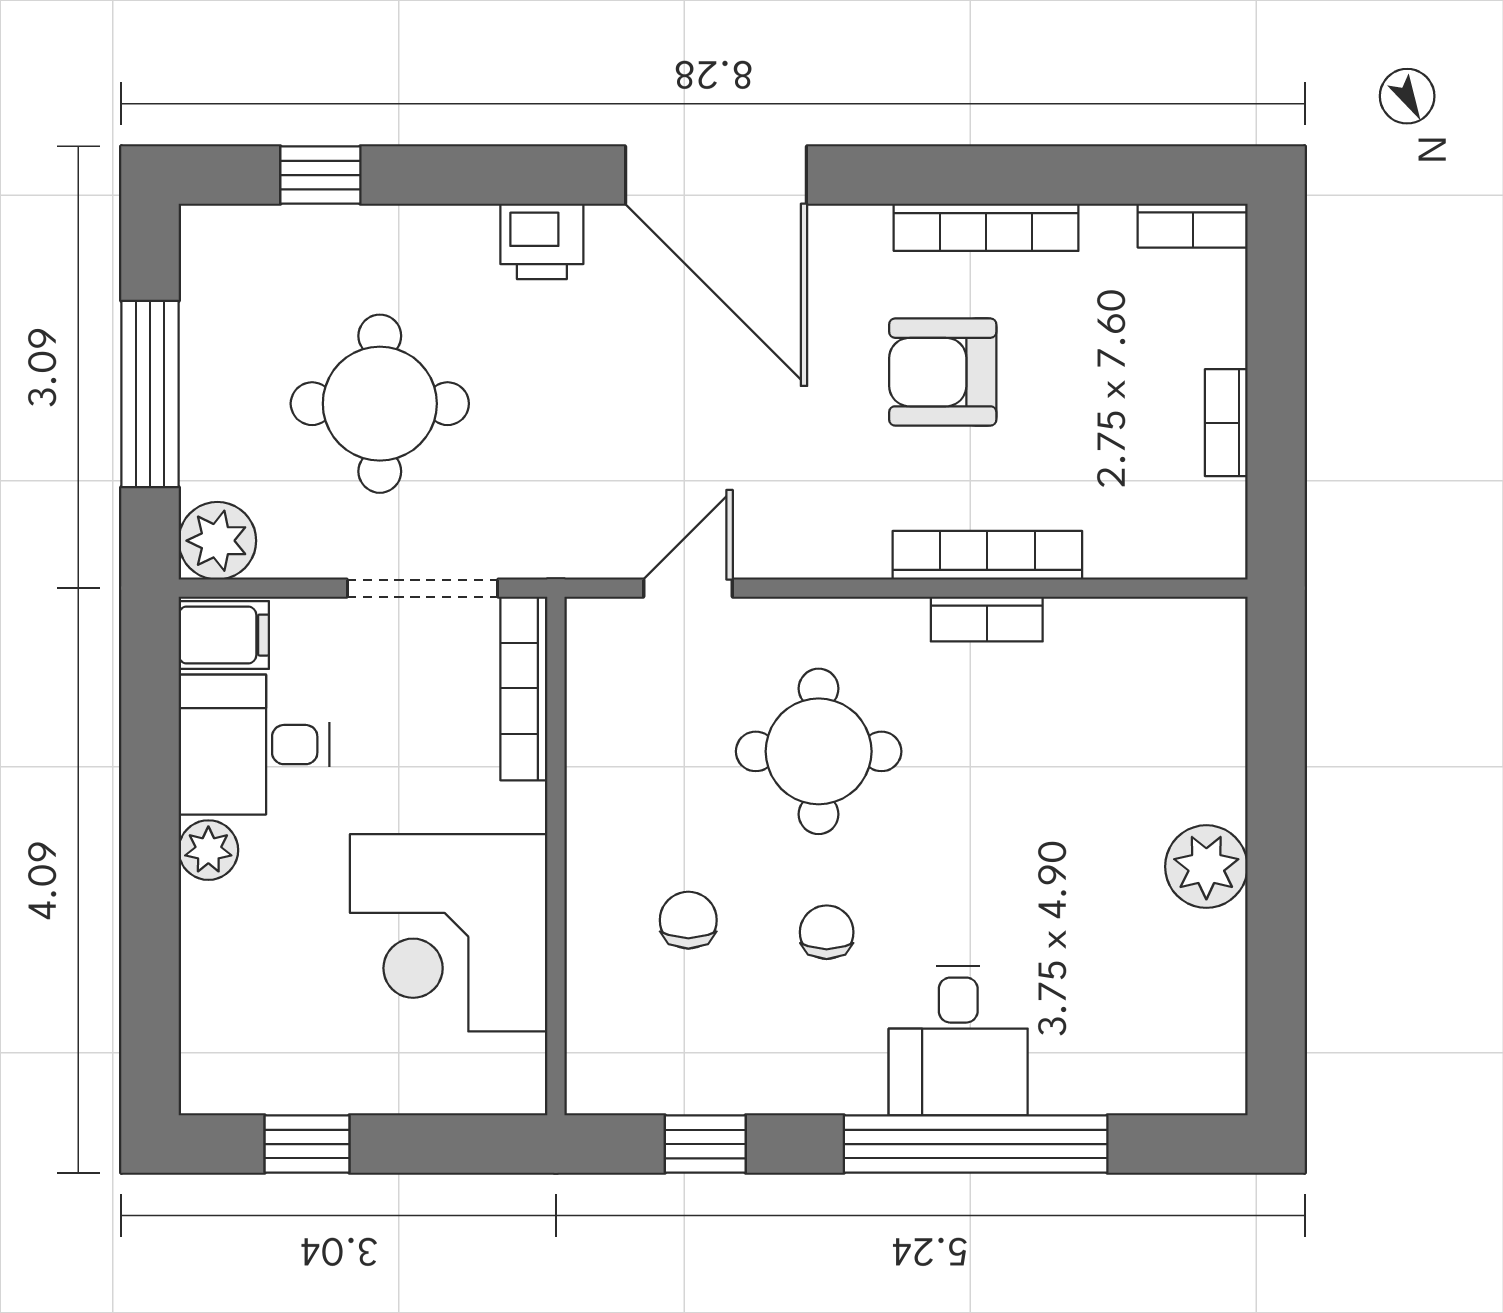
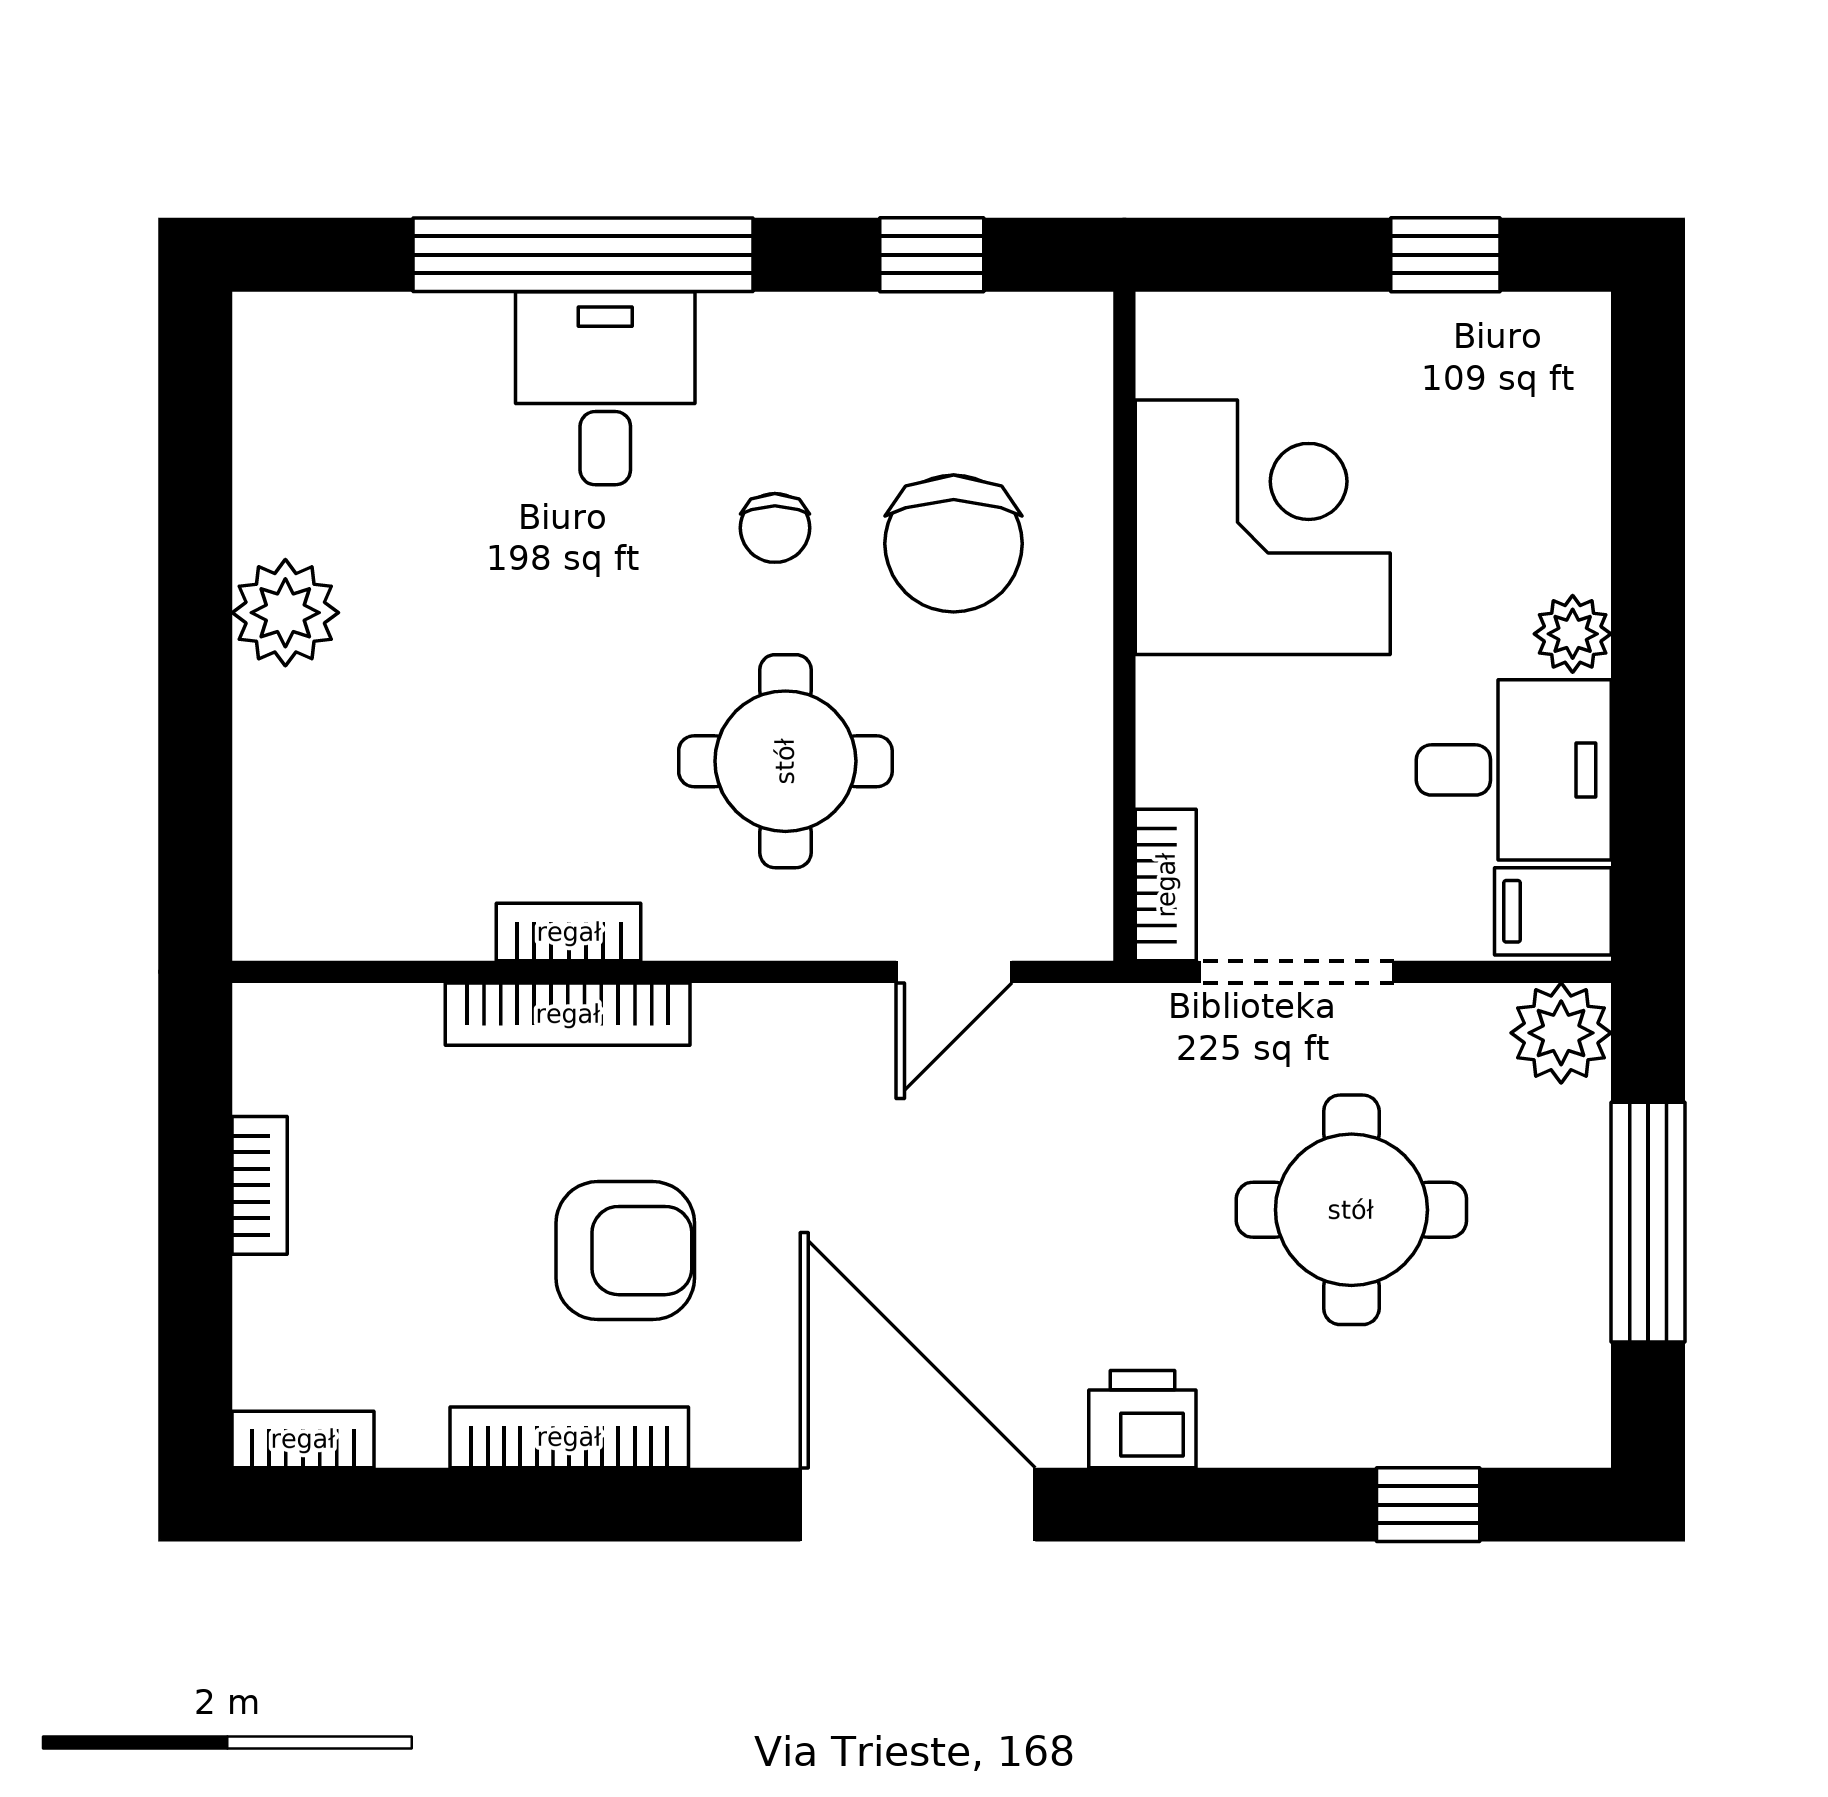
bookcase: (524, 688) -> (1166, 885), width x0.64
chair: (688, 920) -> (954, 544), width x1.87, depth x1.87

